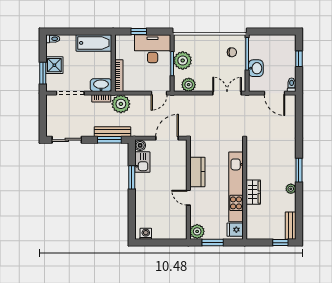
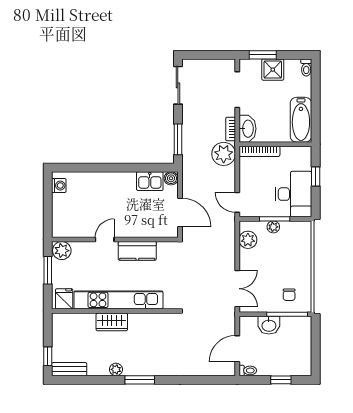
plant: (183, 60) -> (273, 227), width x0.53, depth x0.53
bench: (112, 132) -> (188, 143), removed
window: (132, 177) -> (130, 168), removed

